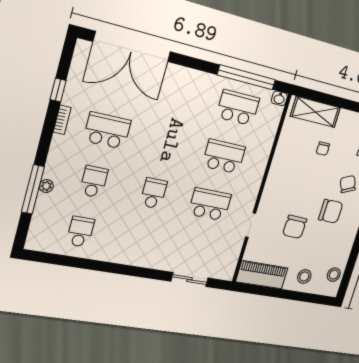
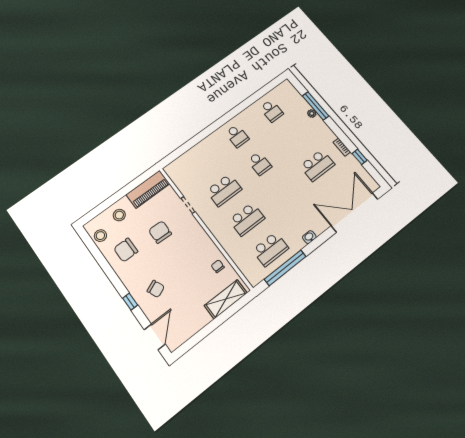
washbasin: (279, 98) -> (309, 237), moved
chair: (323, 149) -> (218, 266), moved
school desk: (94, 182) -> (237, 136), moved
chair: (331, 211) -> (126, 250), moved
sliding door: (190, 280) -> (188, 146), removed

